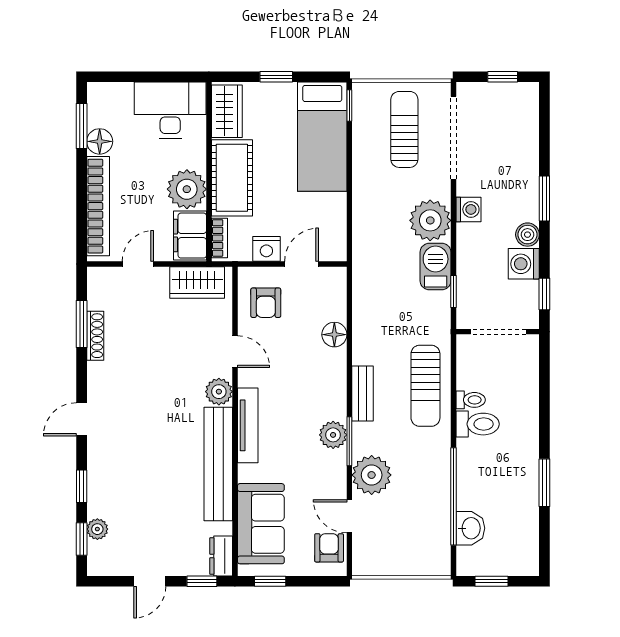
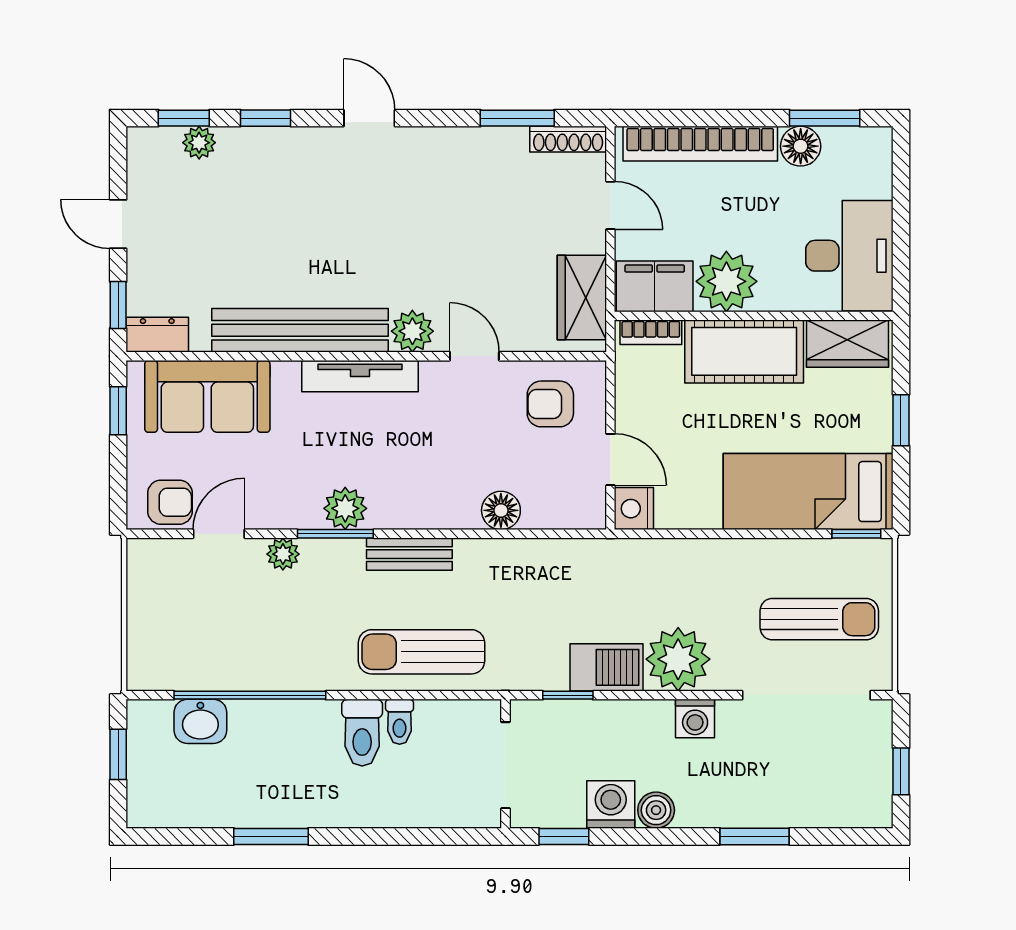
window: (544, 198) -> (754, 836), moved
nightstand: (266, 249) -> (634, 509), moved
shoe rack: (95, 336) -> (568, 139), moved
door: (235, 352) -> (474, 356), swing flipped
plant: (372, 475) -> (283, 554), width x0.53, depth x0.53

